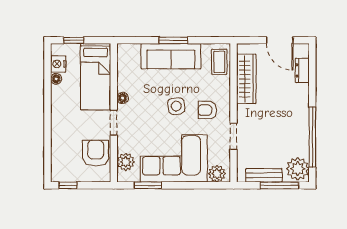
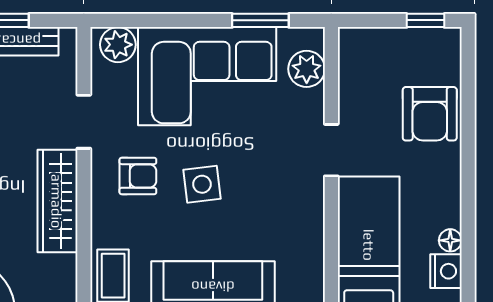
wardrobe: (246, 79) -> (57, 201), moved
floor lamp: (123, 98) -> (313, 201), removed
armchair: (96, 153) -> (430, 114), moved

